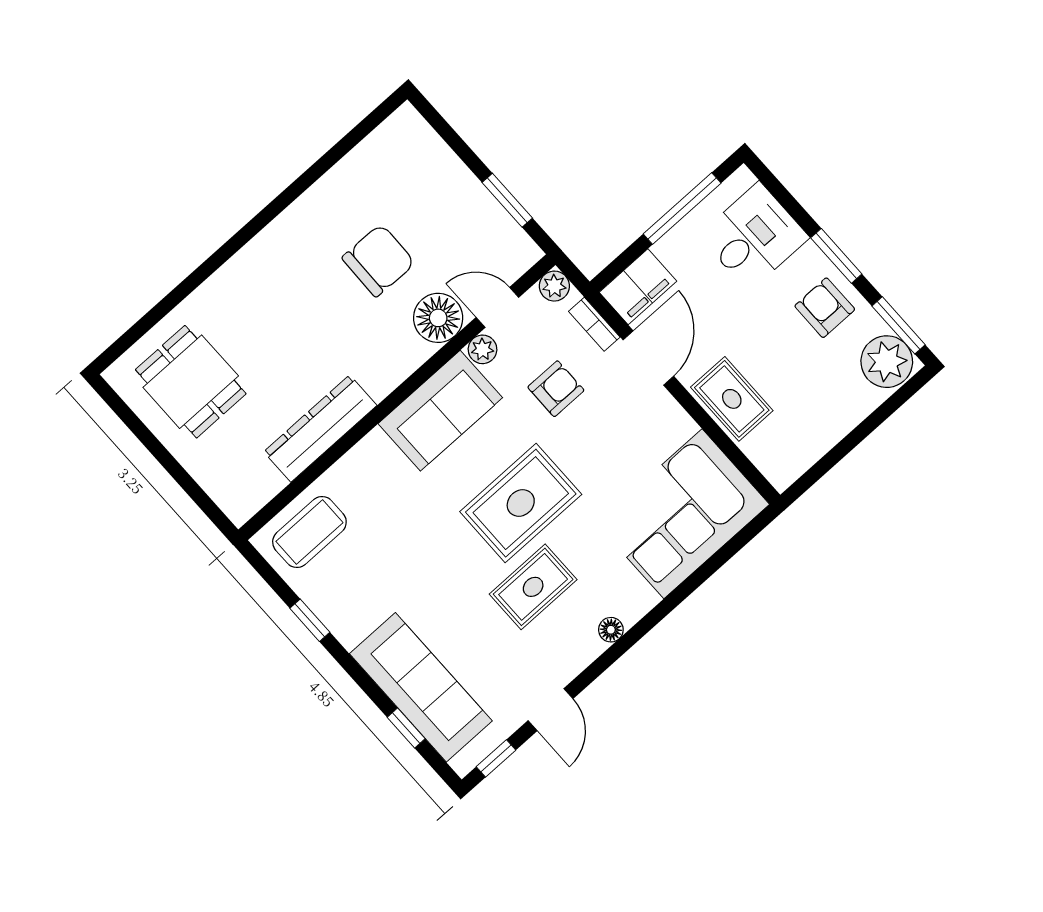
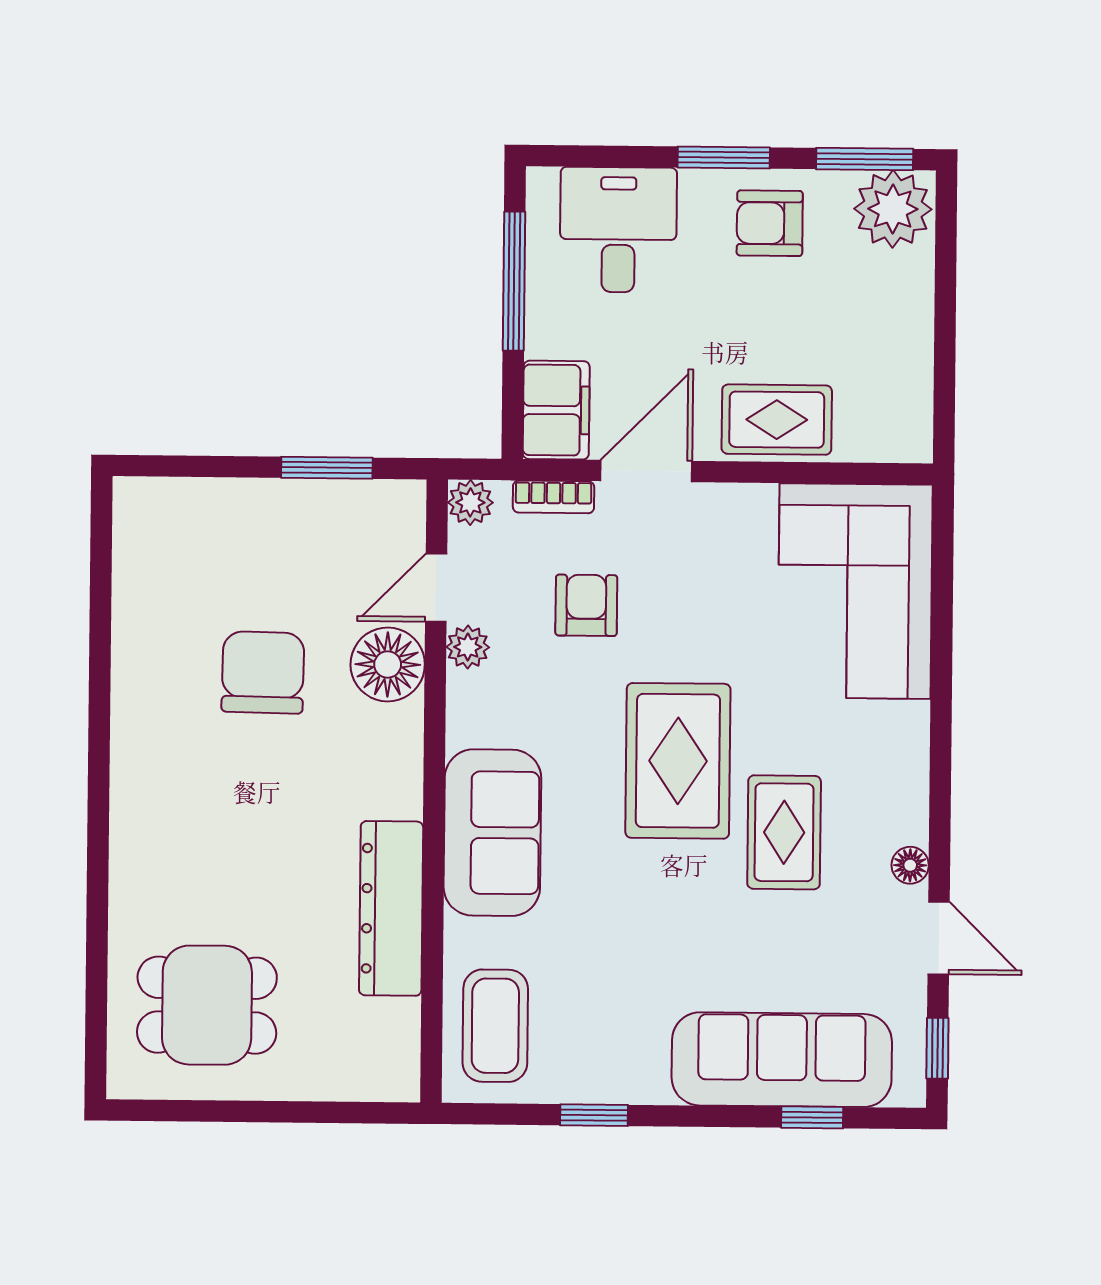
door: (648, 358) -> (646, 471), hinge flipped
sofa: (440, 411) -> (492, 833), moved
floor lamp: (611, 630) -> (910, 865), moved

